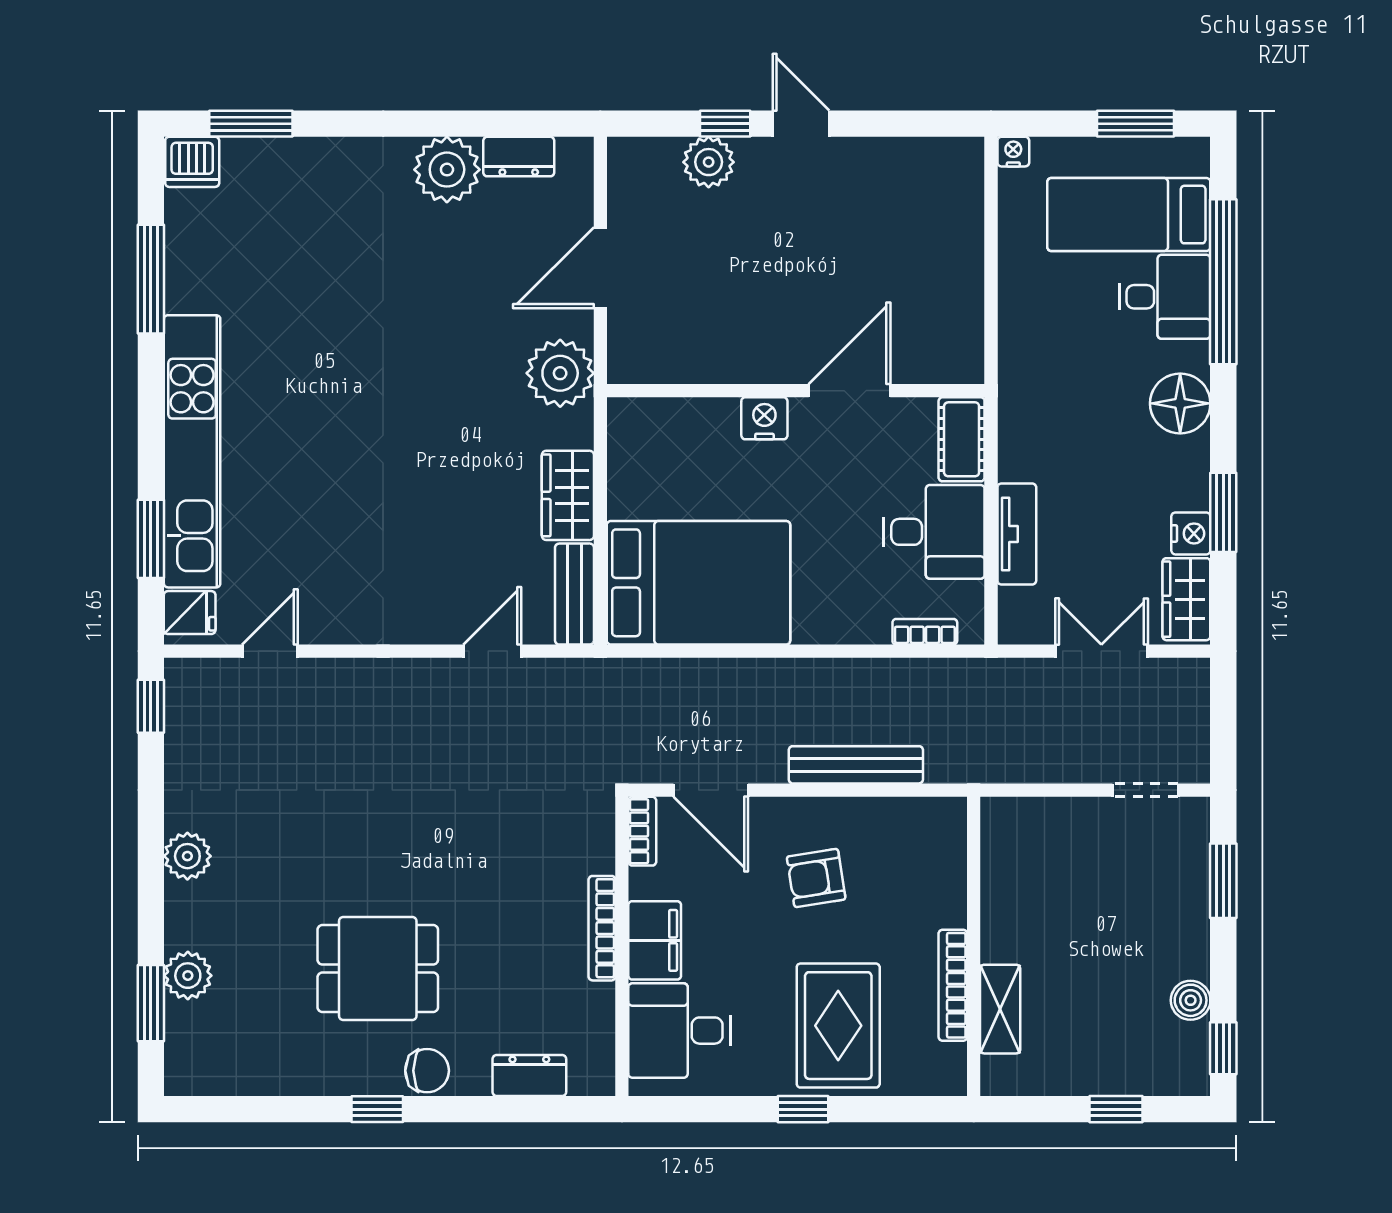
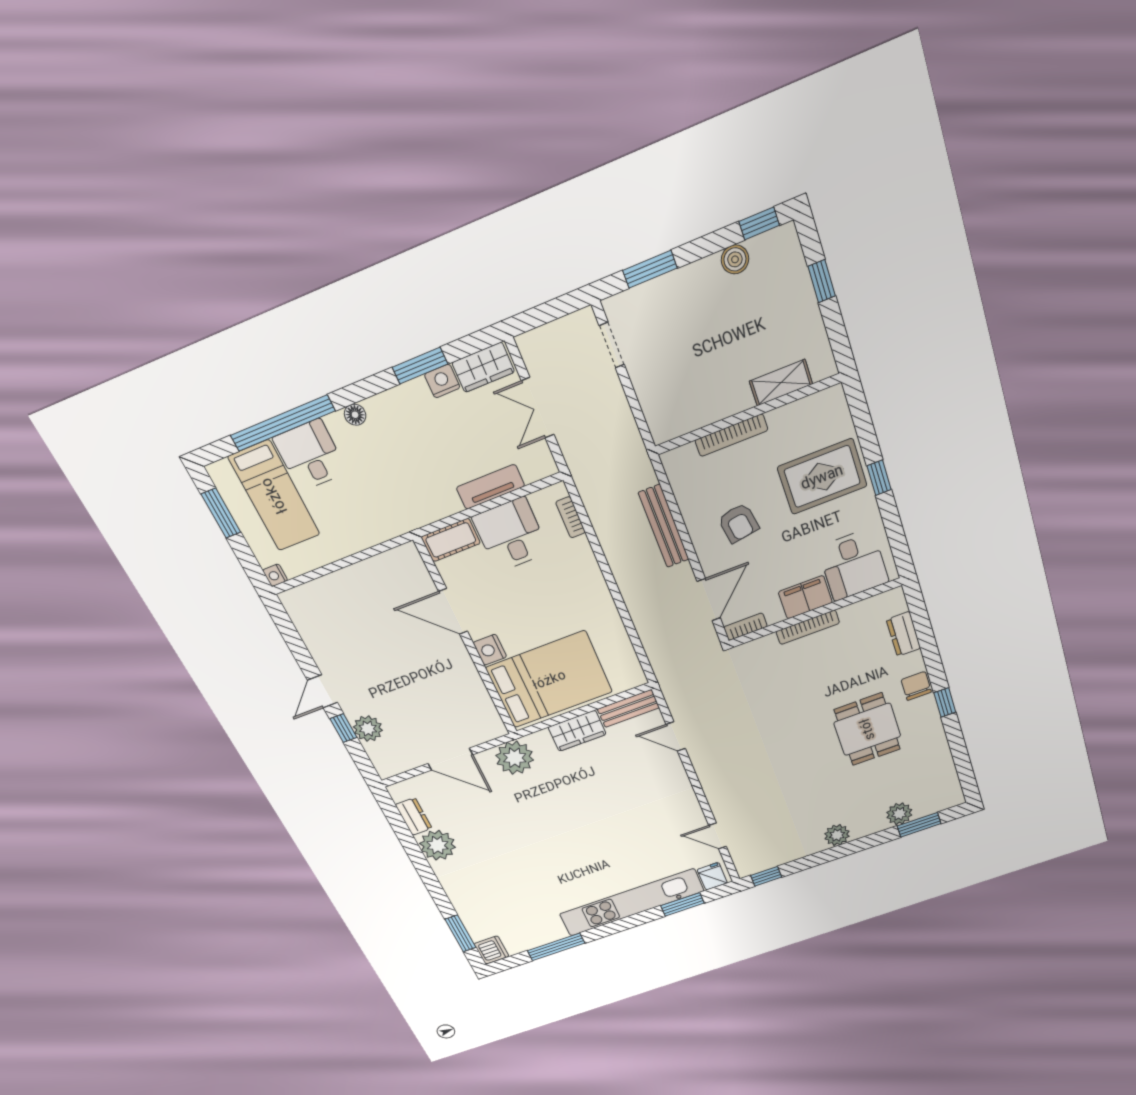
floor lamp: (1180, 403) -> (355, 415), width x0.53, depth x0.53
bed: (698, 583) -> (549, 680), moved, turned 90
bookcase: (953, 985) -> (731, 435), moved

